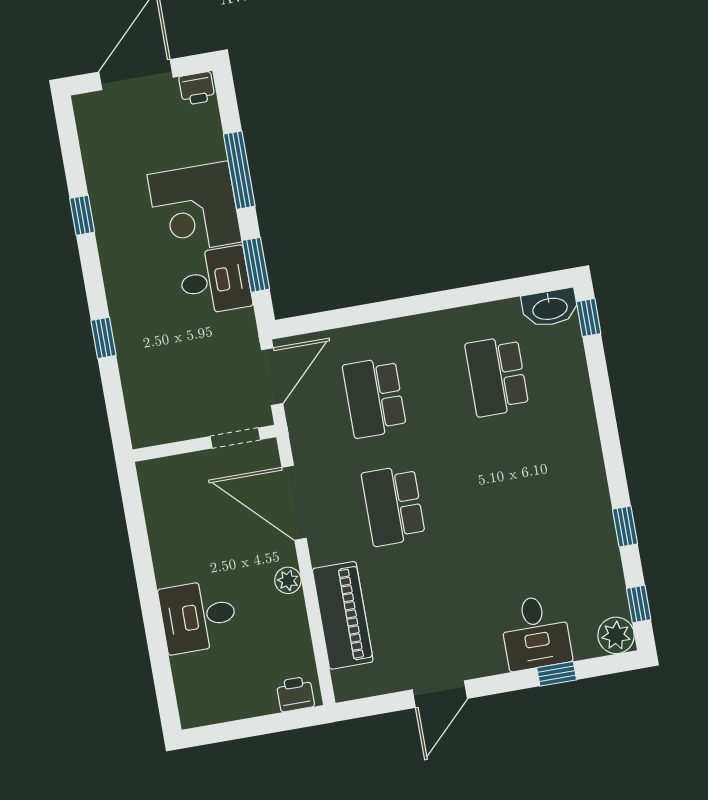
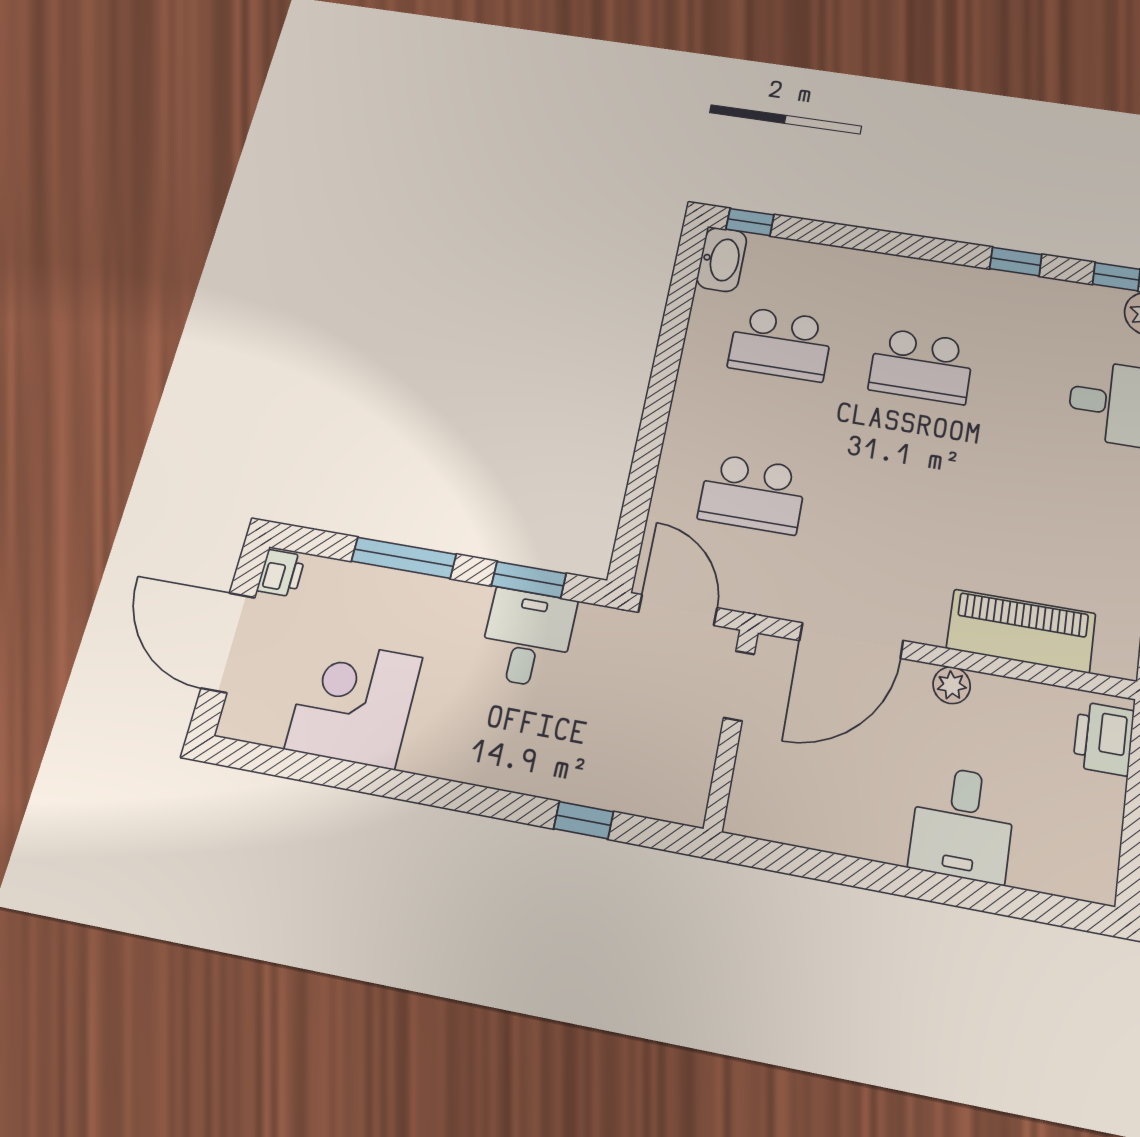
corner desk: (195, 208) -> (354, 703), moved, turned 180
window: (82, 215) -> (370, 780), removed
window: (104, 338) -> (584, 820), moved
school desk: (393, 506) -> (921, 366), moved
printer: (295, 694) -> (1104, 739), width x1.36, depth x1.24

